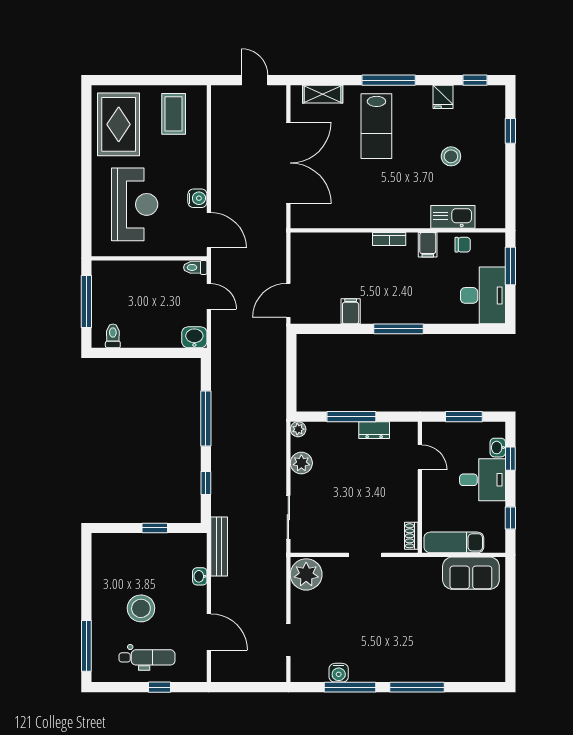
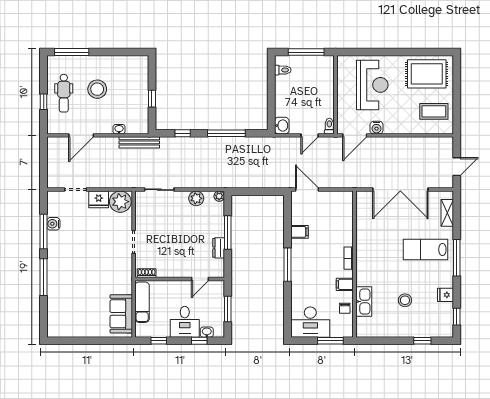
reception desk: (135, 204) -> (372, 85), turned -90
fridge: (303, 606) -> (99, 199), added

